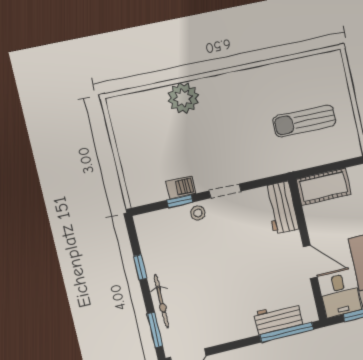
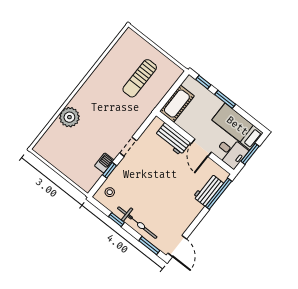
workbench: (281, 208) -> (173, 139), moved
stool: (198, 213) -> (110, 192), moved
door: (310, 262) -> (201, 148), swing flipped
bicycle: (161, 301) -> (137, 223), width x1.37, depth x1.40

